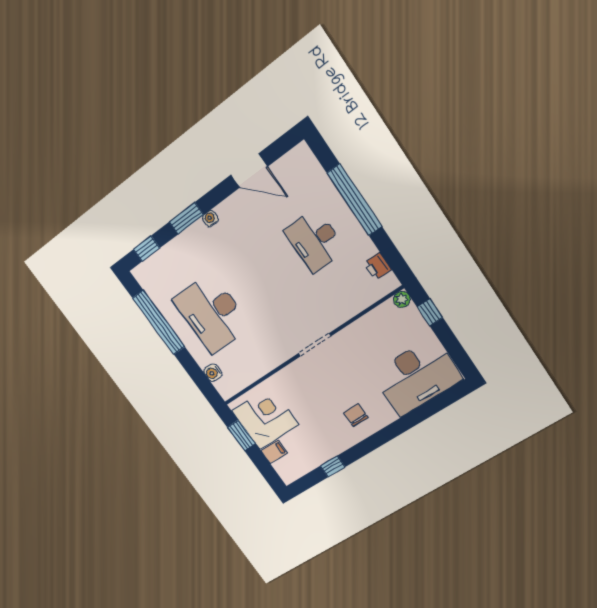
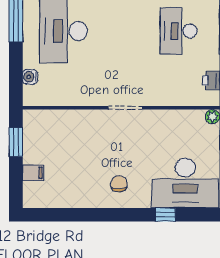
corner desk: (265, 418) -> (46, 140), removed
window: (333, 466) -> (165, 215), moved

